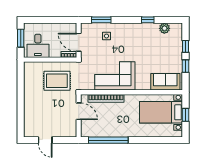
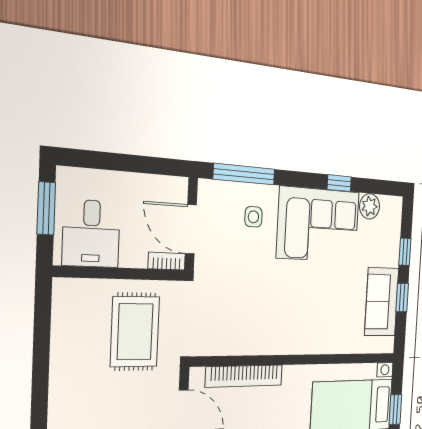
window: (101, 20) -> (244, 174), width x1.44
corner sofa: (115, 76) -> (318, 225), moved, turned 180
rug: (57, 81) -> (135, 332), turned 90
sofa: (165, 82) -> (382, 302), moved, turned -90

